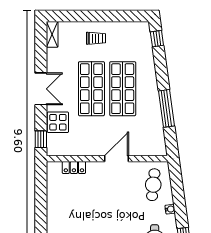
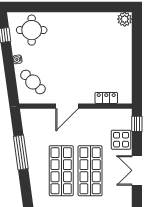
cafe table: (153, 185) -> (33, 82), turned -52

